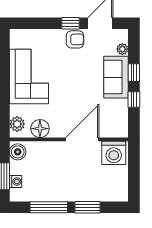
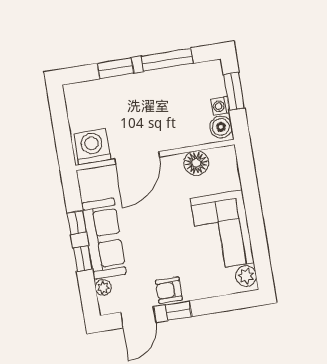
sofa: (116, 77) -> (104, 239), width x1.36
plant: (17, 124) -> (246, 276), moved
washing machine: (16, 182) -> (220, 106), moved

